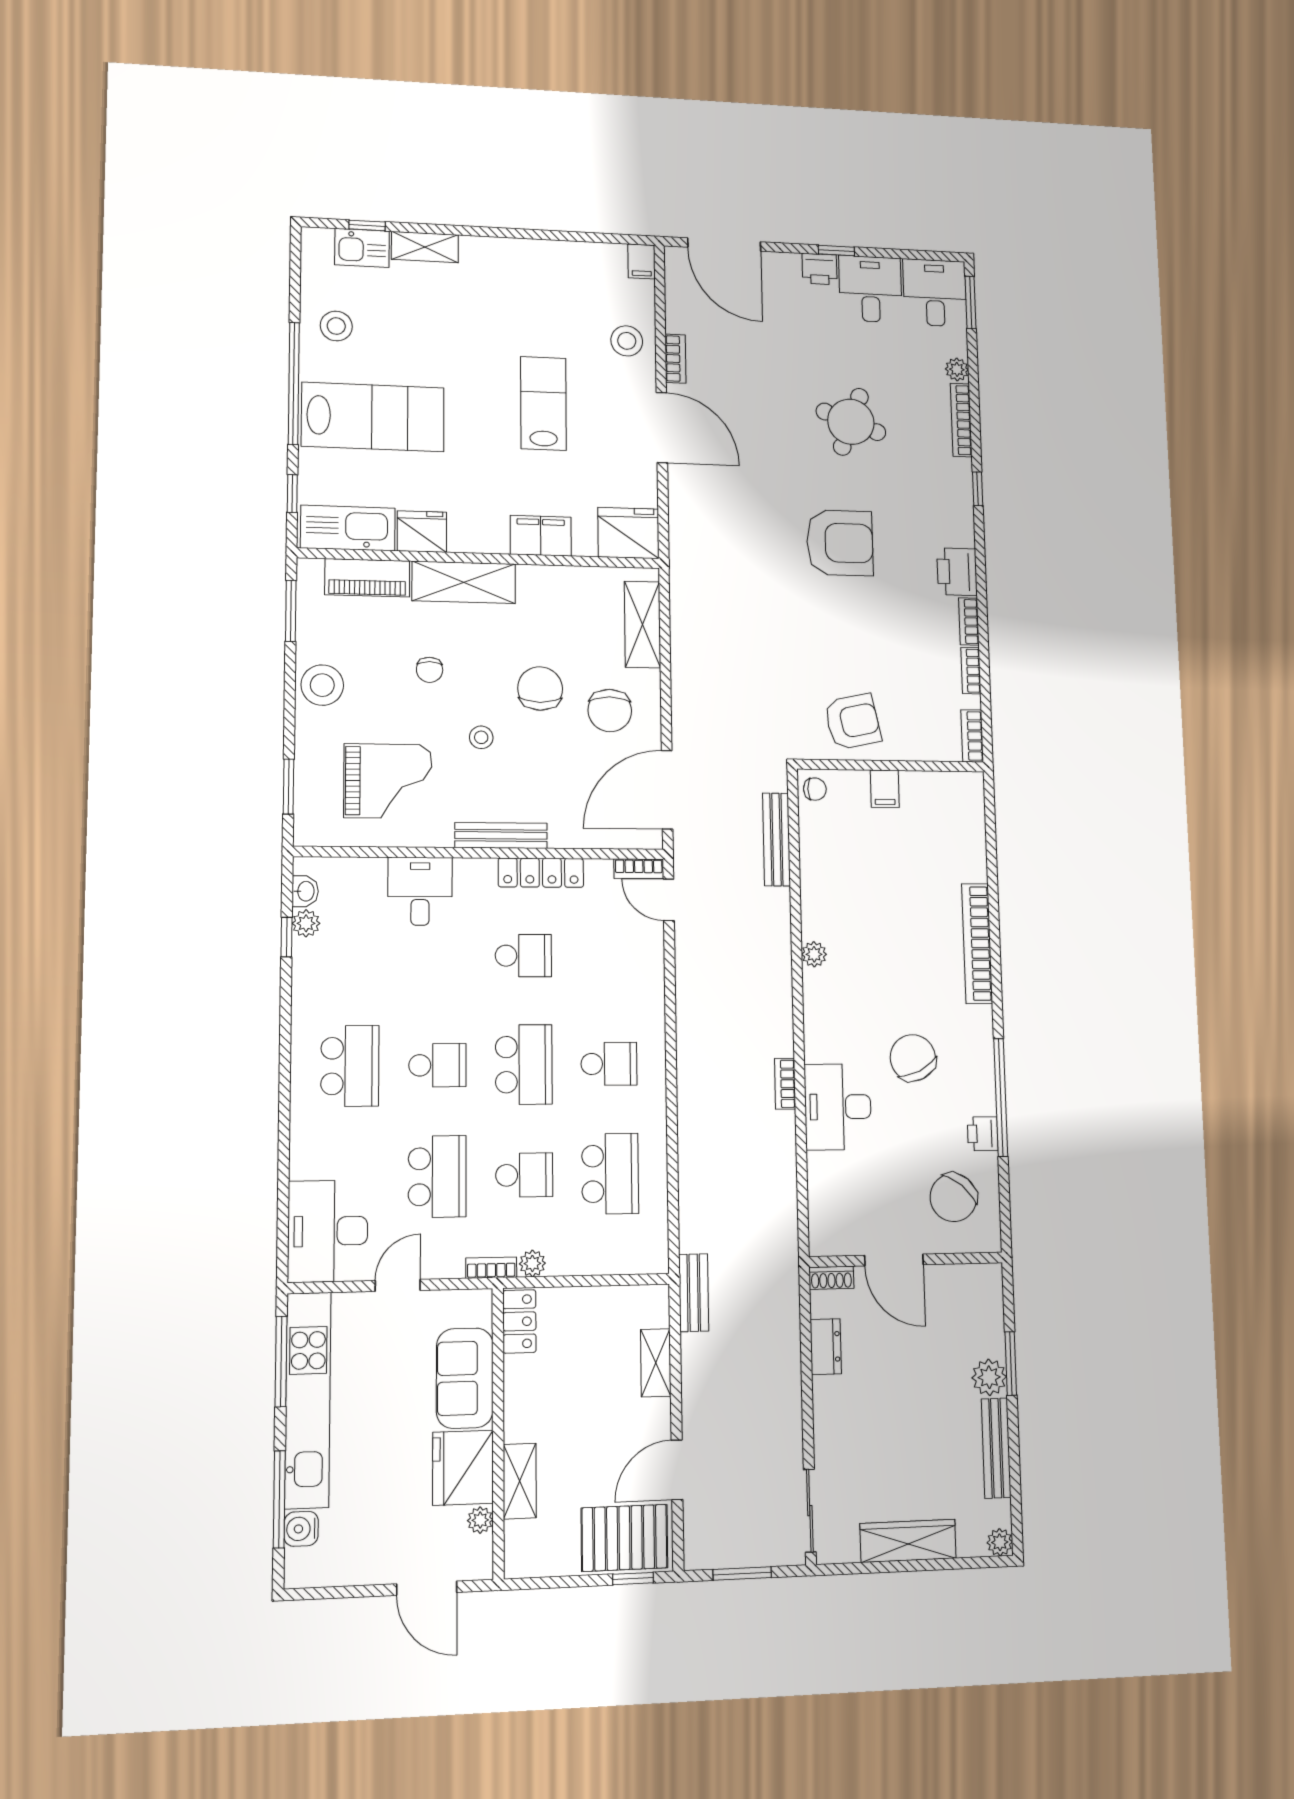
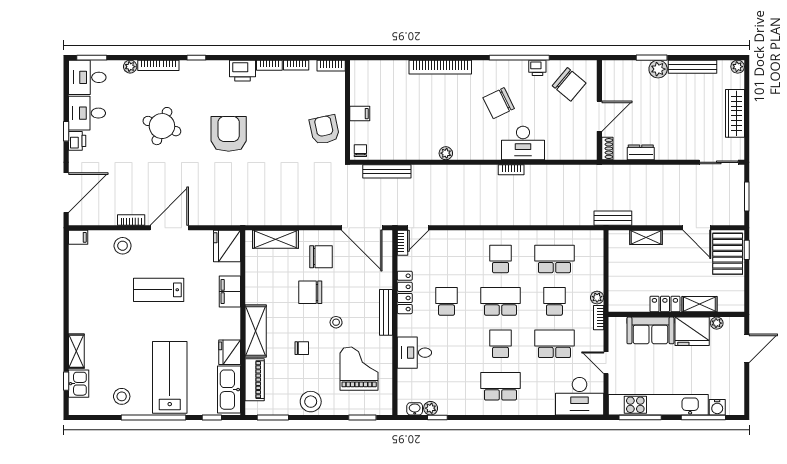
locker: (519, 1321) -> (665, 304), moved

